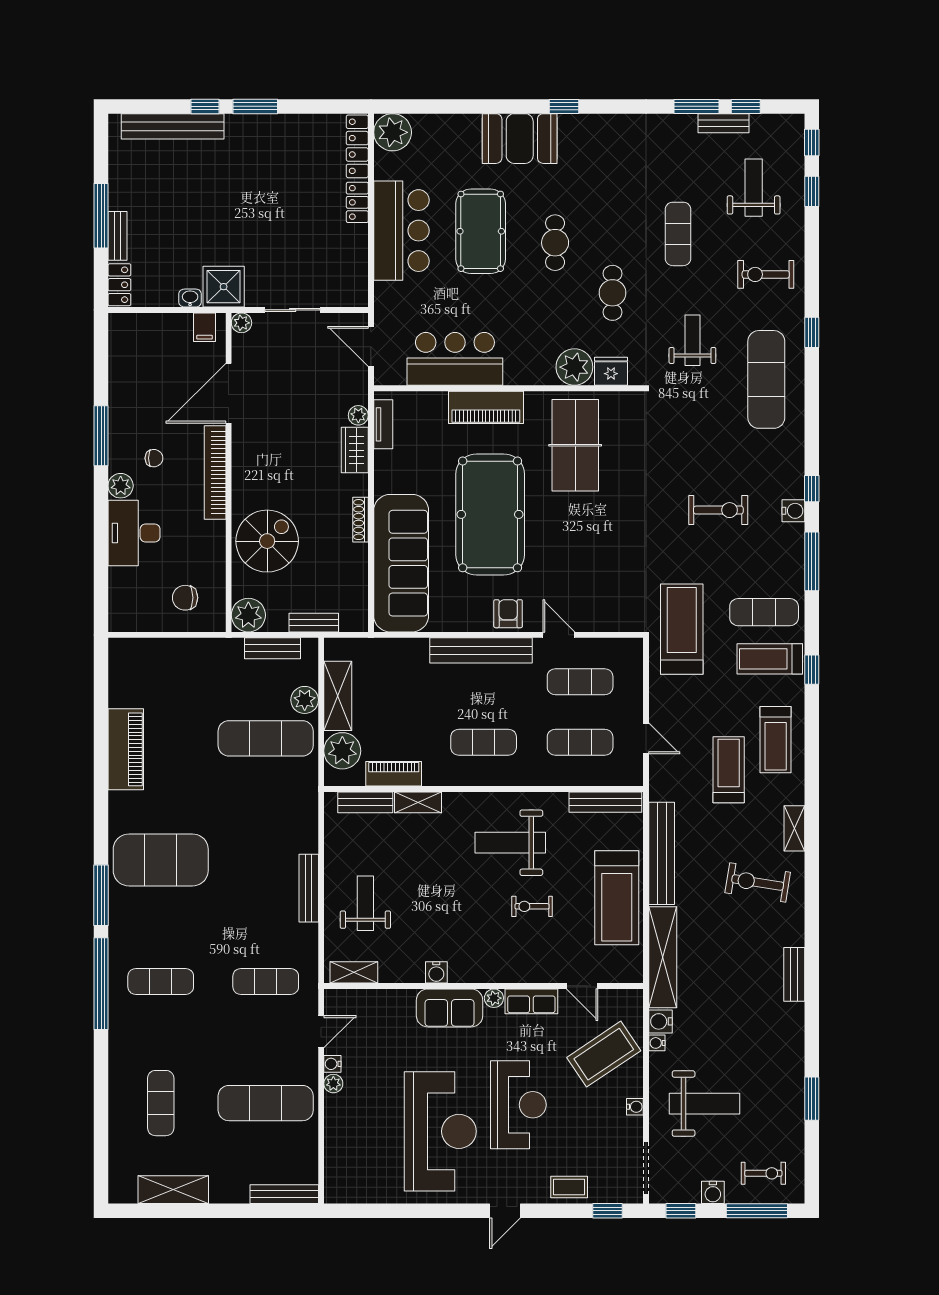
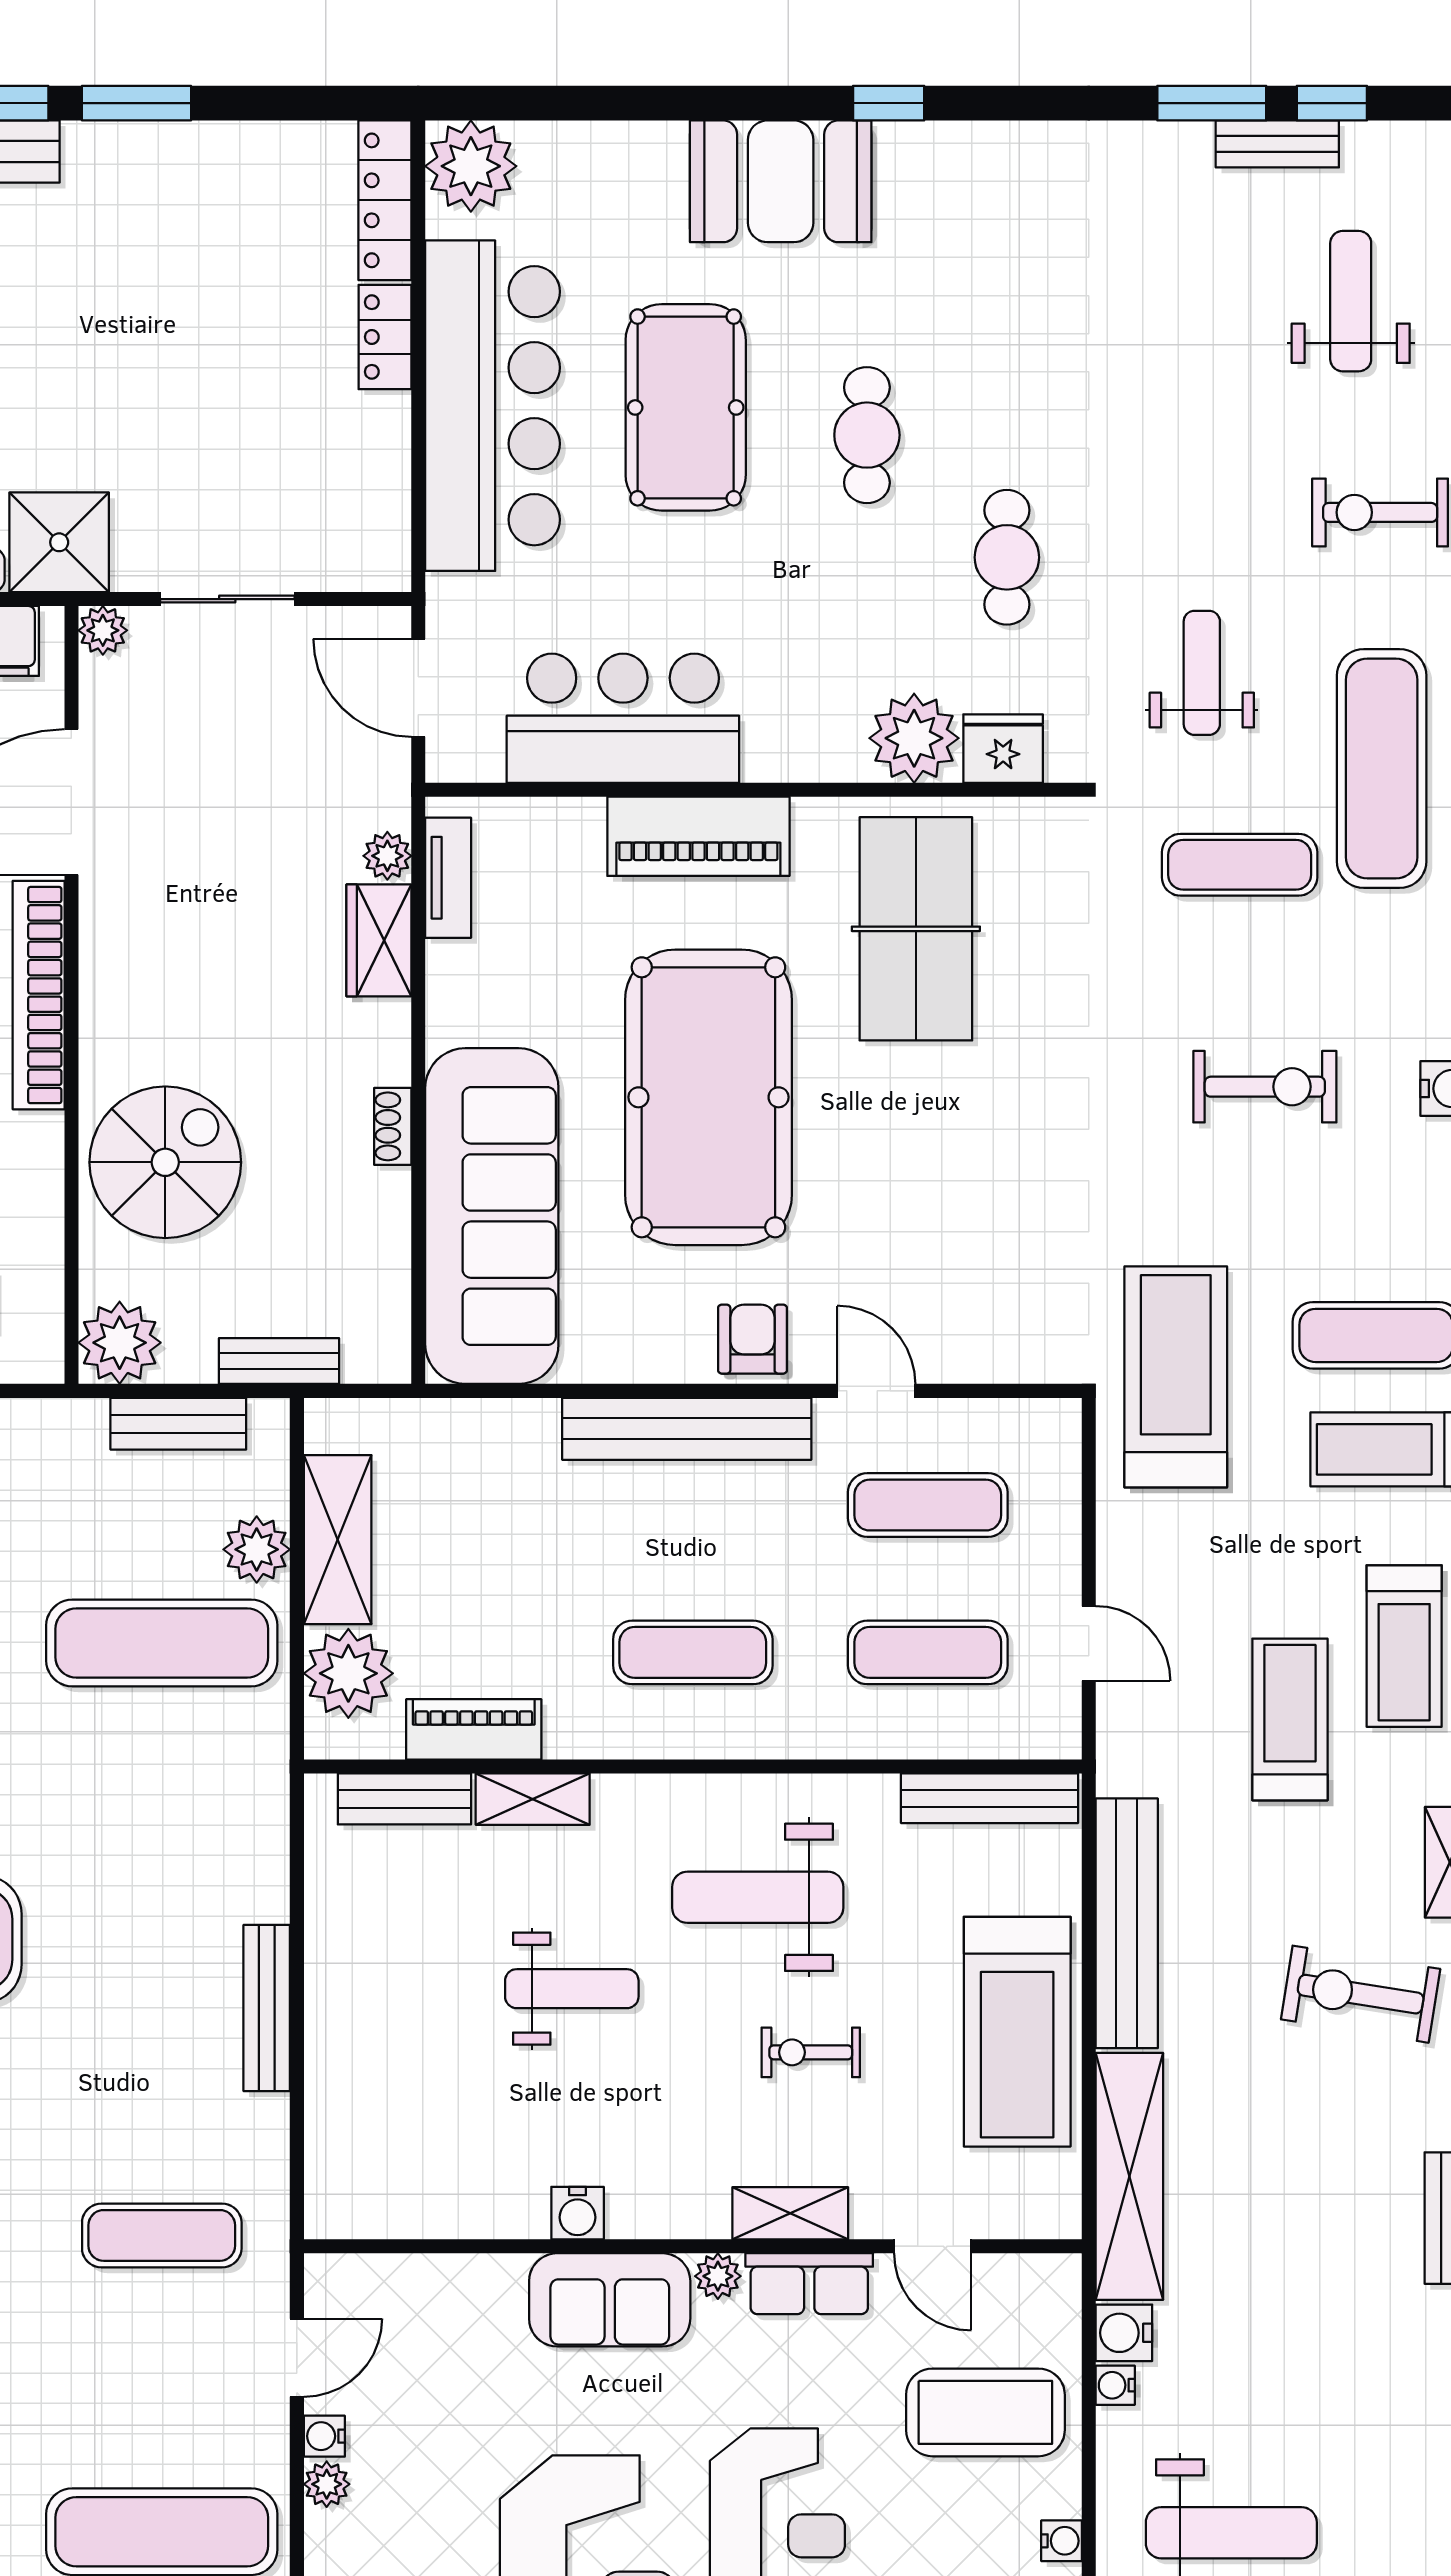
bar counter: (401, 231) -> (493, 406), width x1.36
exercise mat: (678, 234) -> (1240, 865), moved, turned 90
shoe rack: (360, 520) -> (393, 1126), width x0.70
weight bench: (365, 903) -> (572, 1989), moved, turned 90
shelving: (354, 972) -> (790, 2213), moved
coffee table: (604, 1054) -> (985, 2412), turned 34

